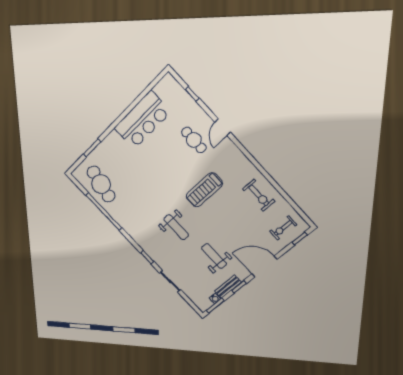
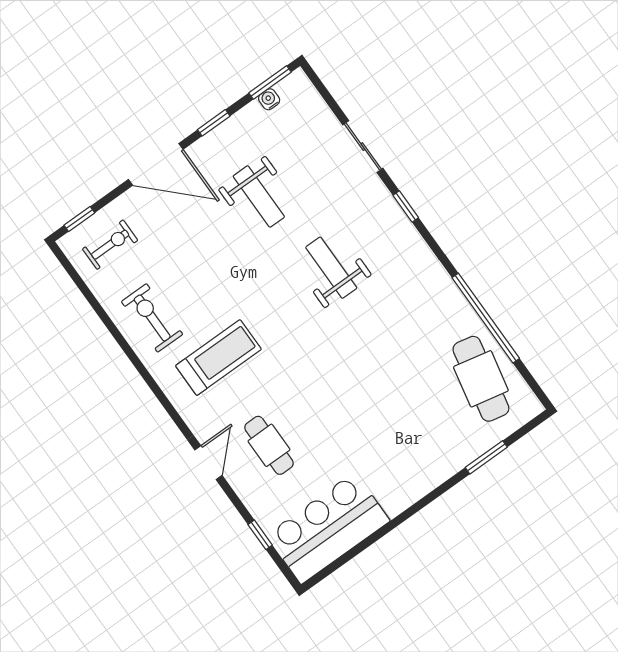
bar counter: (142, 120) -> (328, 528), moved
treadmill: (204, 190) -> (218, 358), moved
bench: (228, 287) -> (237, 125), removed

